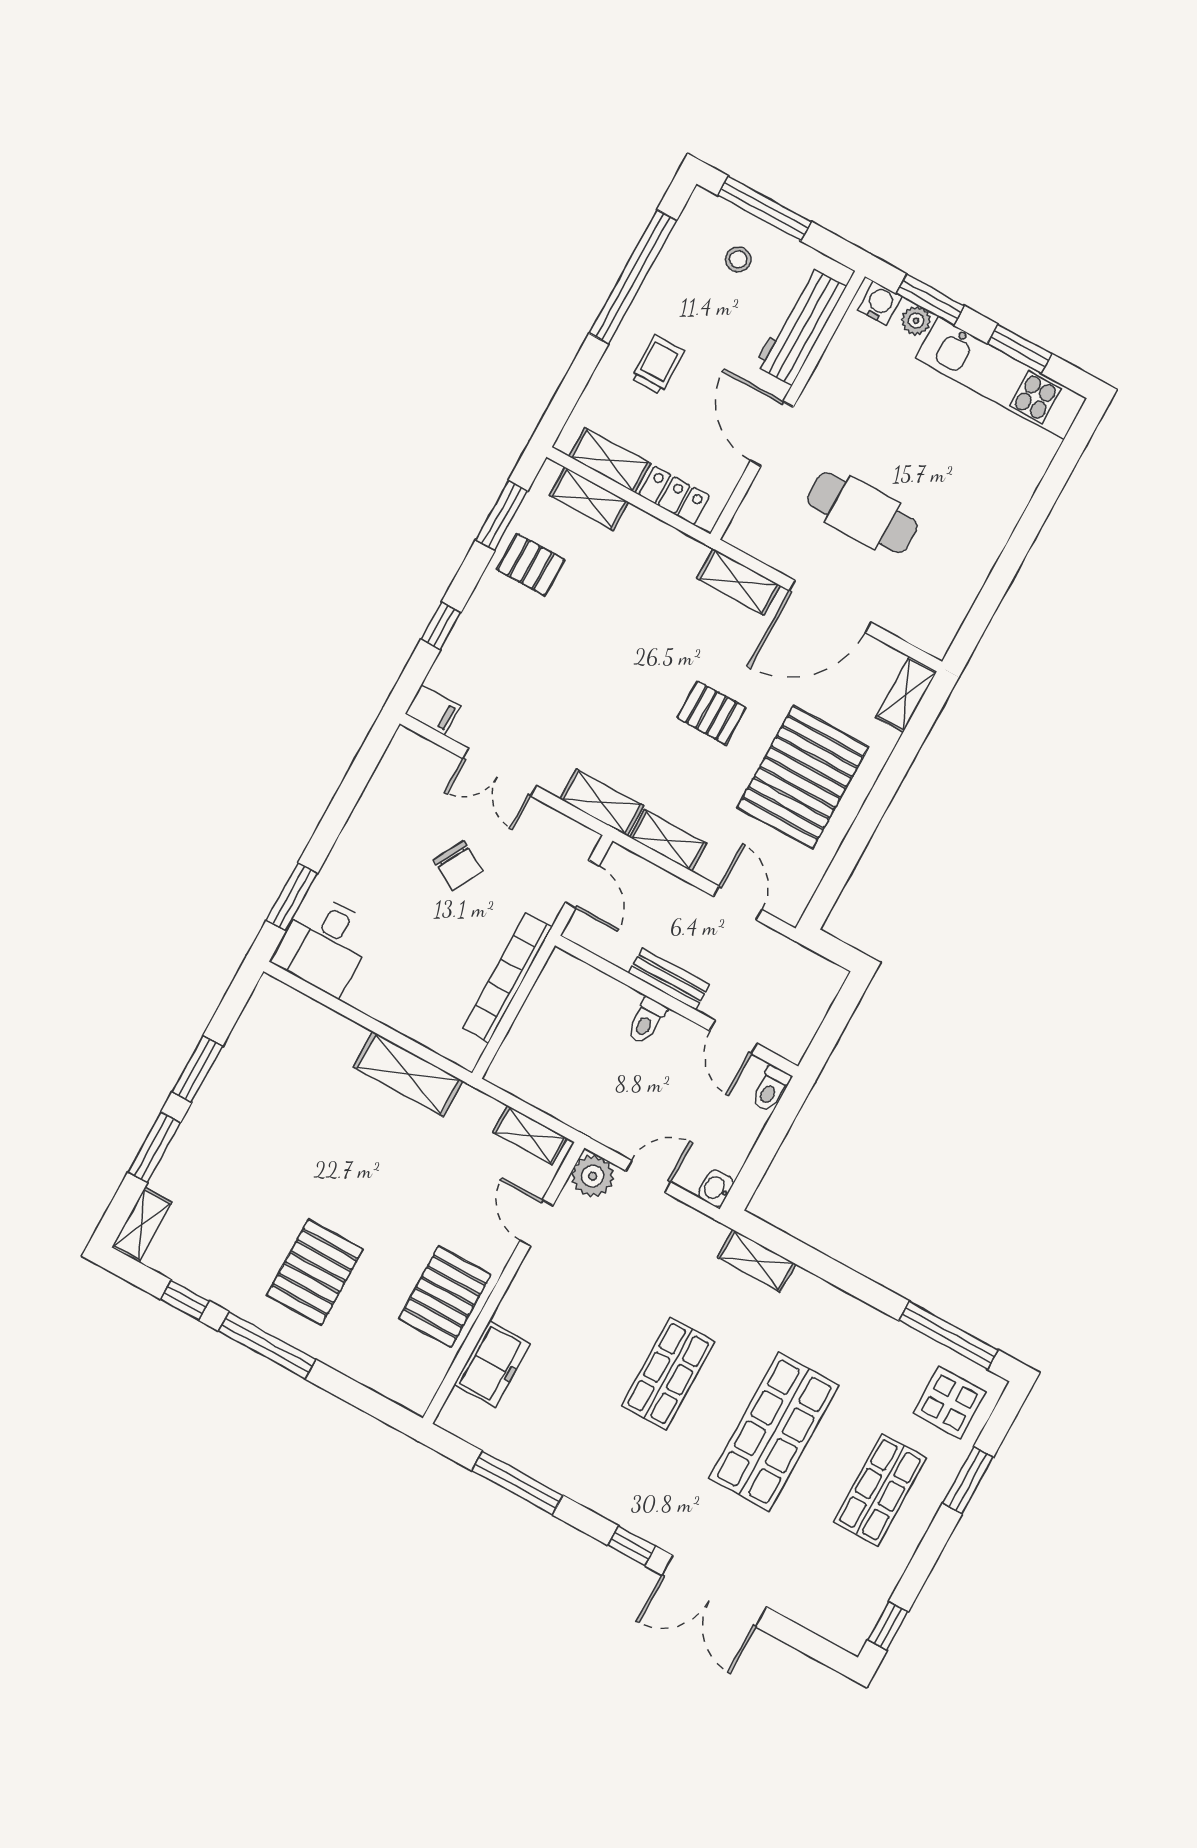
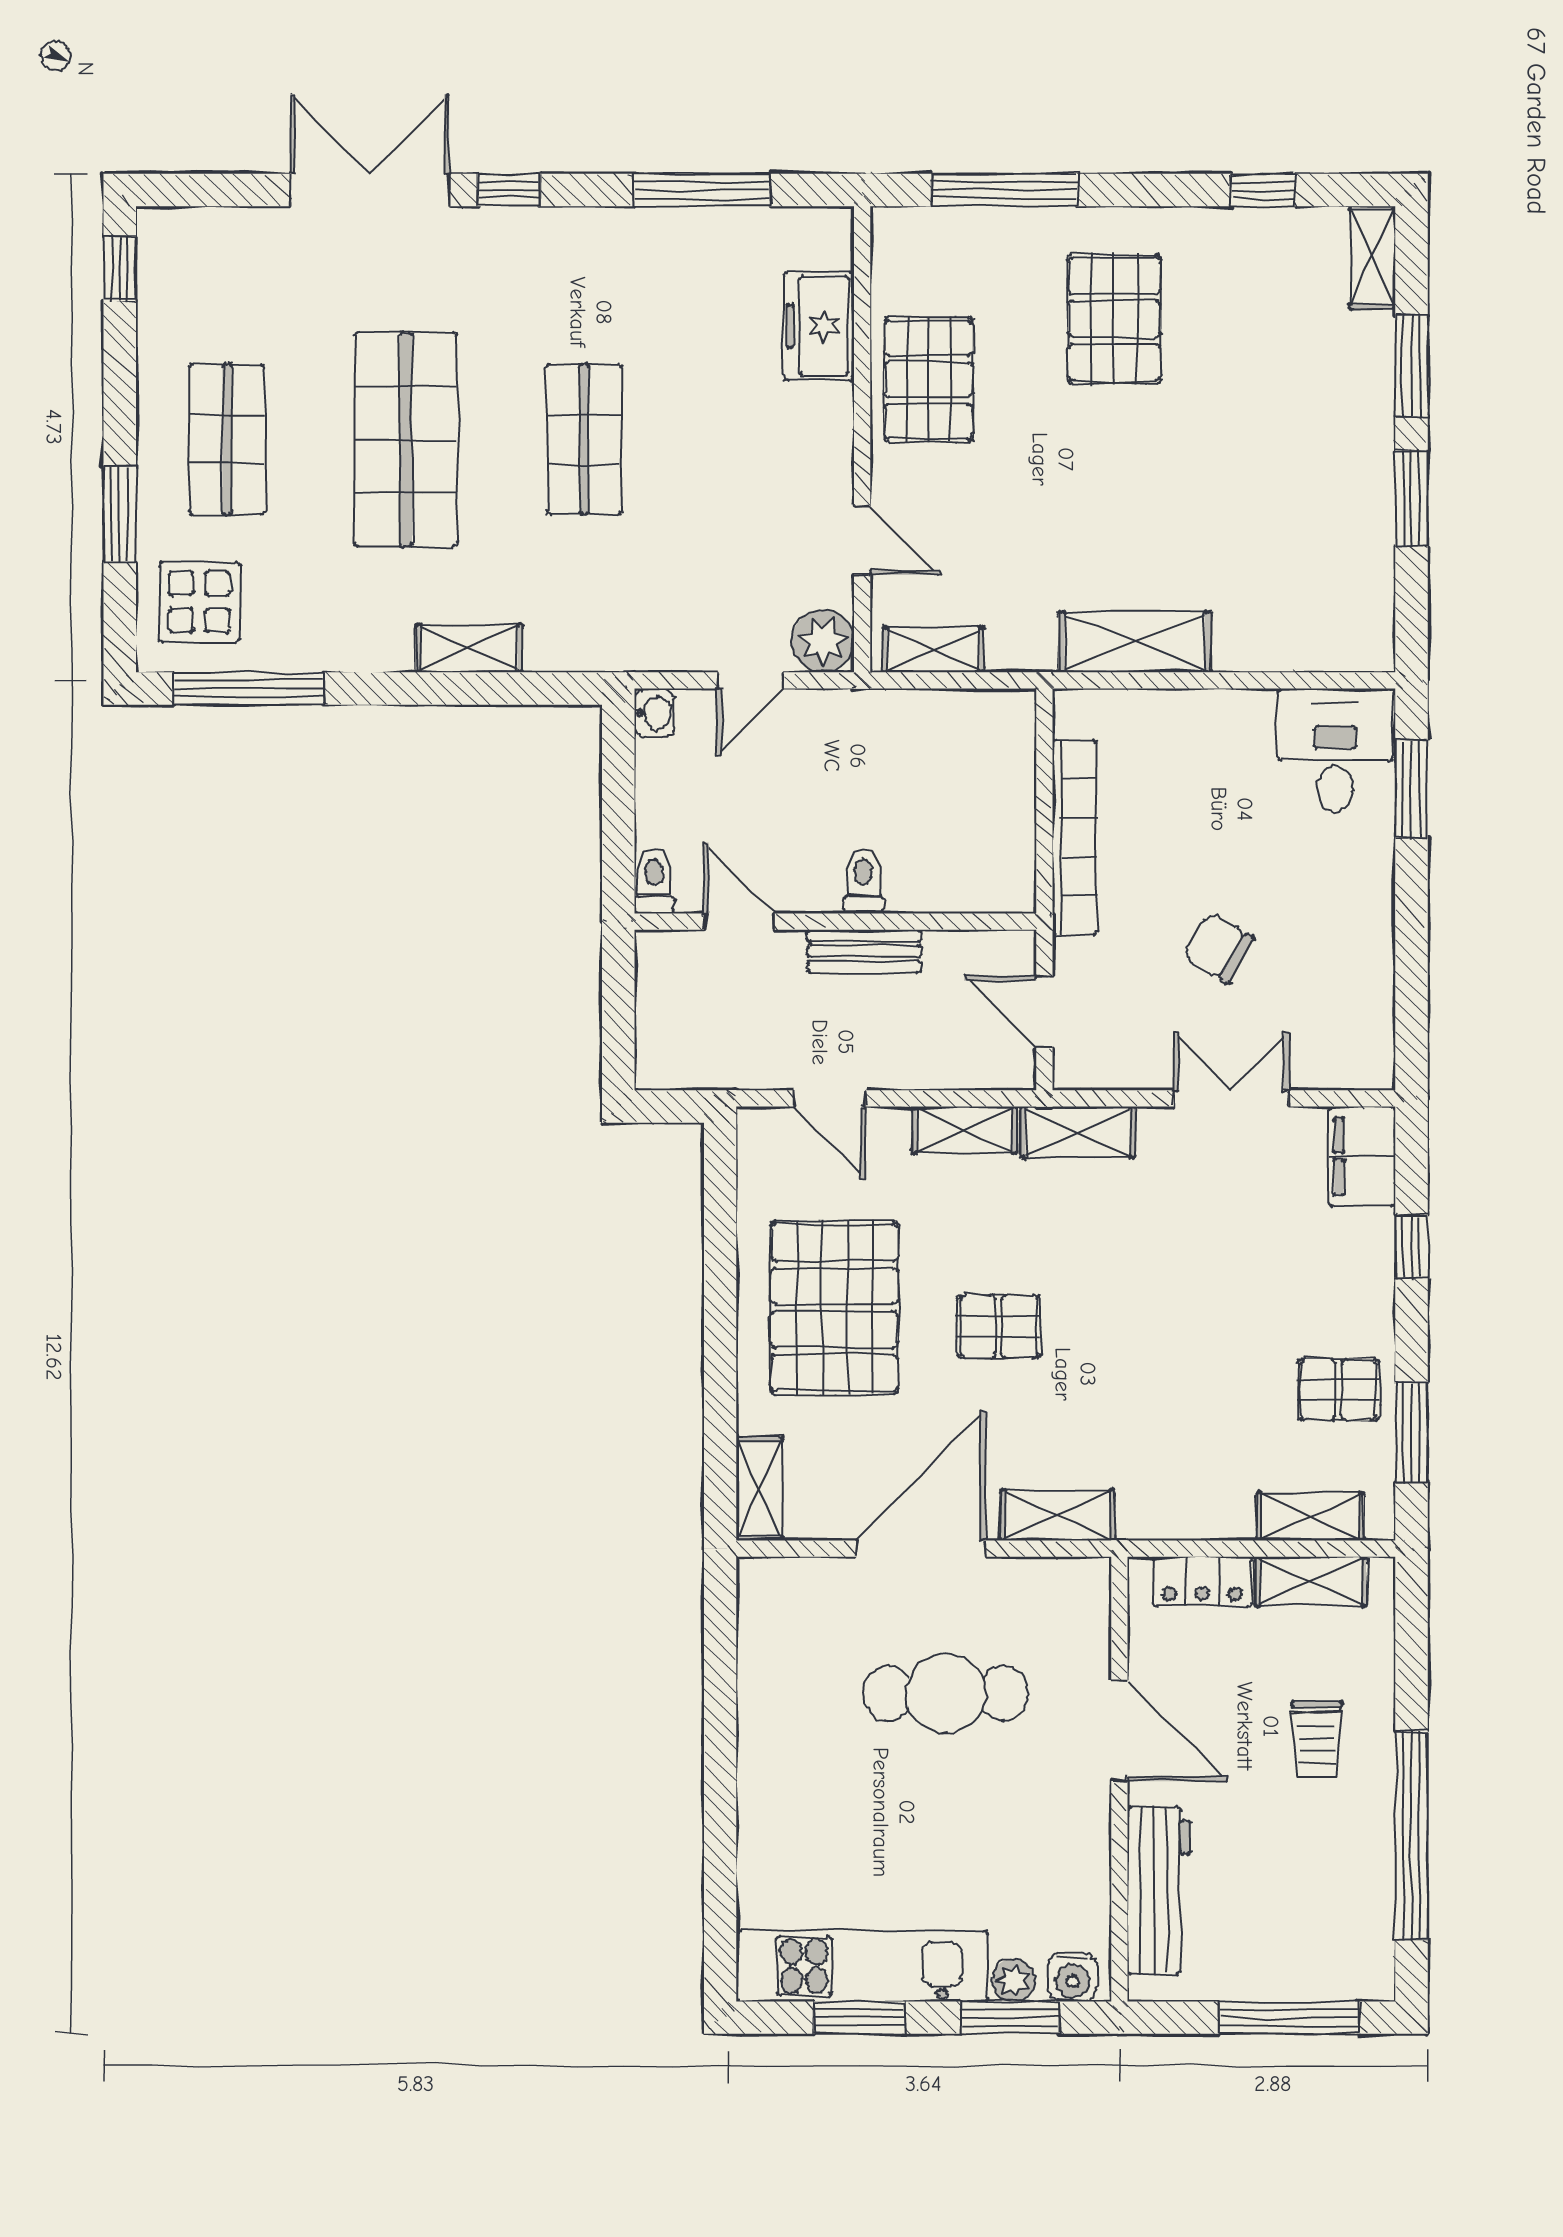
stool: (738, 259) -> (1287, 1933), removed
filing cabinet: (433, 710) -> (1362, 1156), width x2.00
shelving: (757, 1261) -> (469, 648), moved
window: (267, 1345) -> (1005, 190), moved

